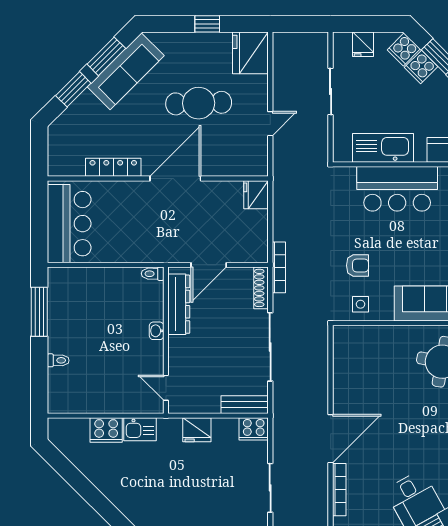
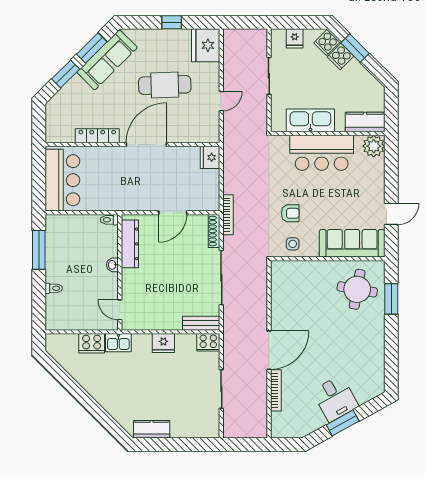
toilet: (153, 274) -> (109, 220), moved
dresser: (179, 304) -> (130, 244), moved
washbasin: (157, 331) -> (112, 265), moved
wall: (166, 340) -> (120, 272), moved
door: (166, 388) -> (120, 310), moved

